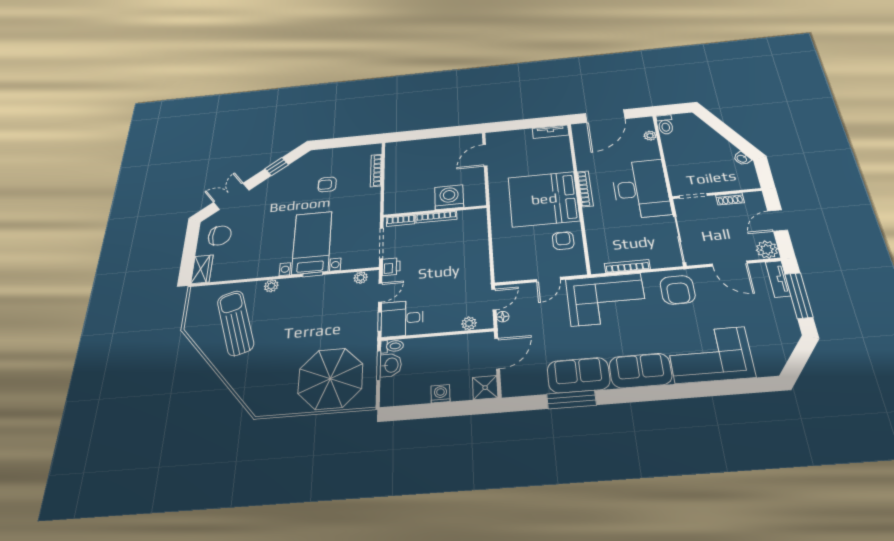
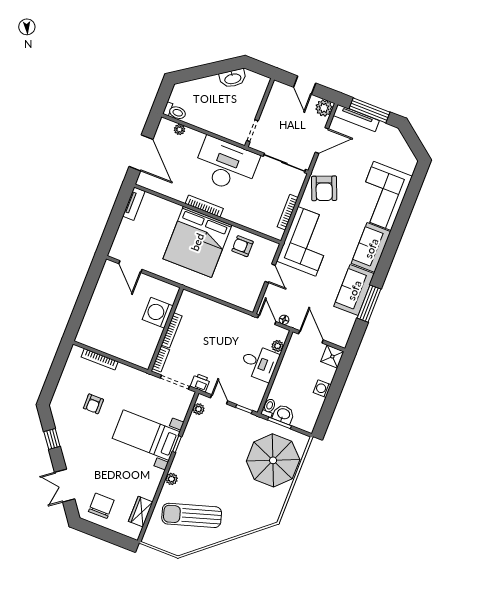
washbasin: (742, 159) -> (233, 78), width x1.91, depth x1.45
shoe rack: (730, 199) -> (269, 106), removed
wardrobe: (202, 269) -> (141, 512), moved, turned -90
tv unit: (778, 279) -> (356, 118), width x1.41
armchair: (678, 290) -> (324, 188), turned 68
desk: (402, 318) -> (259, 363), moved, turned -90

